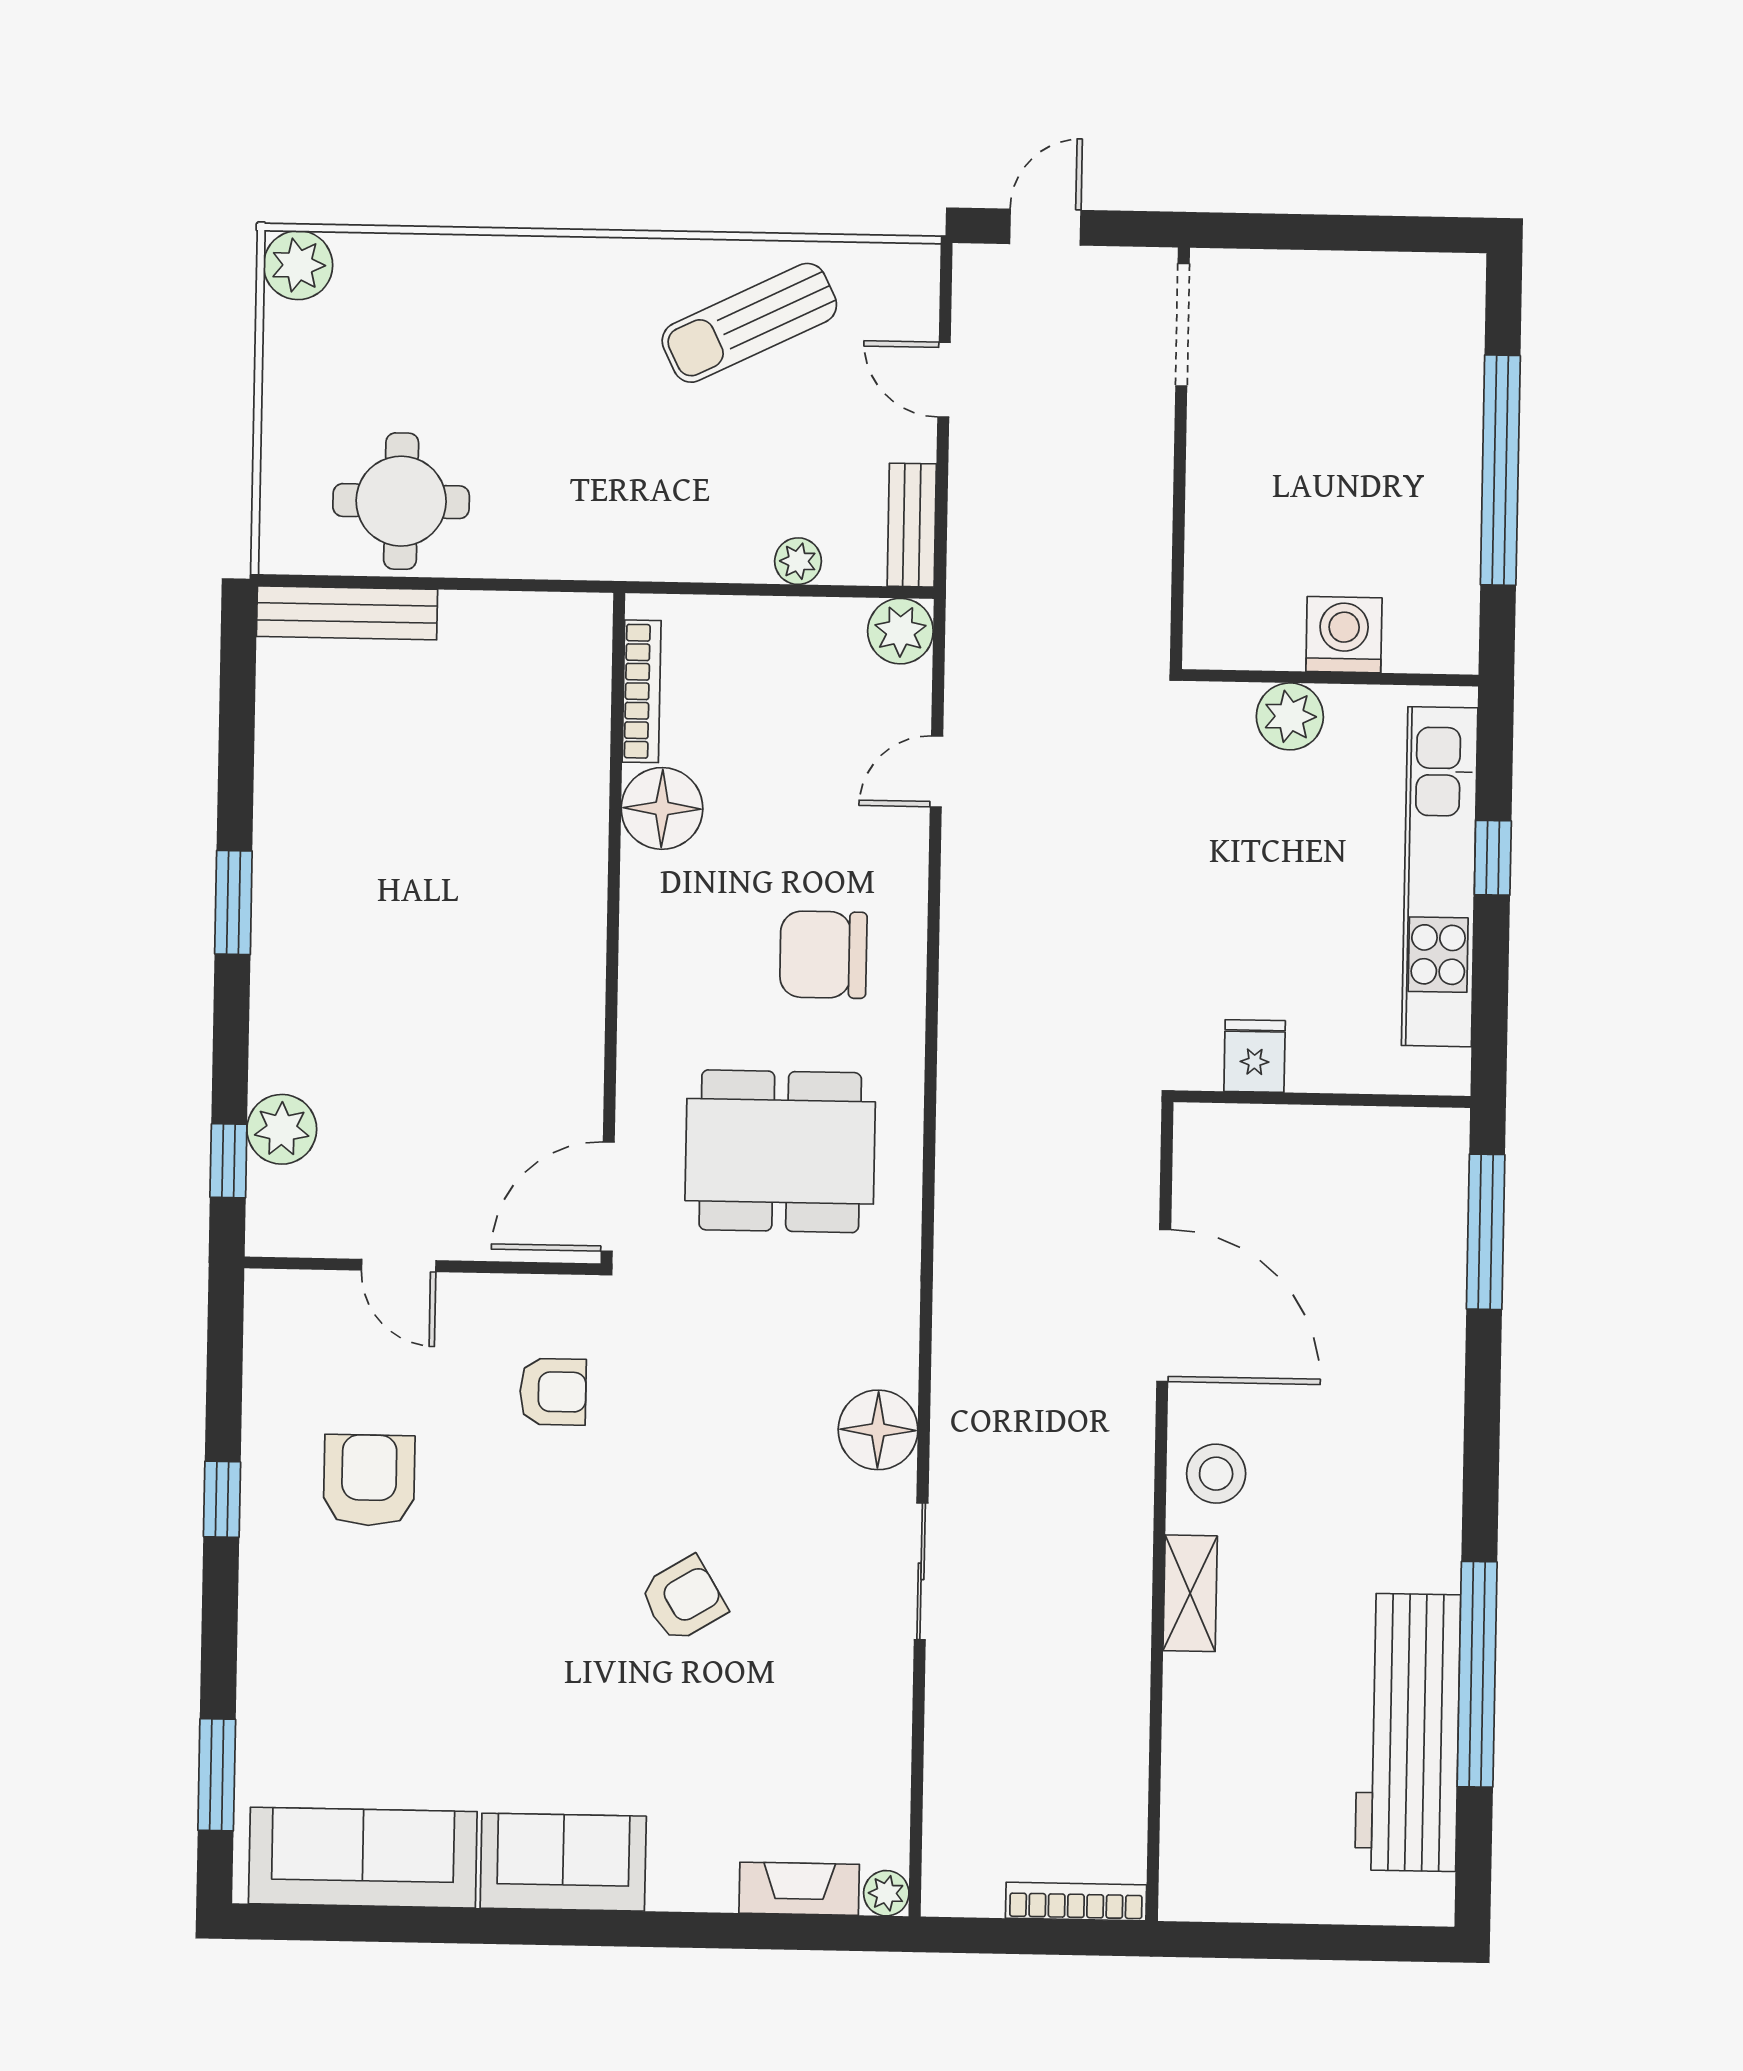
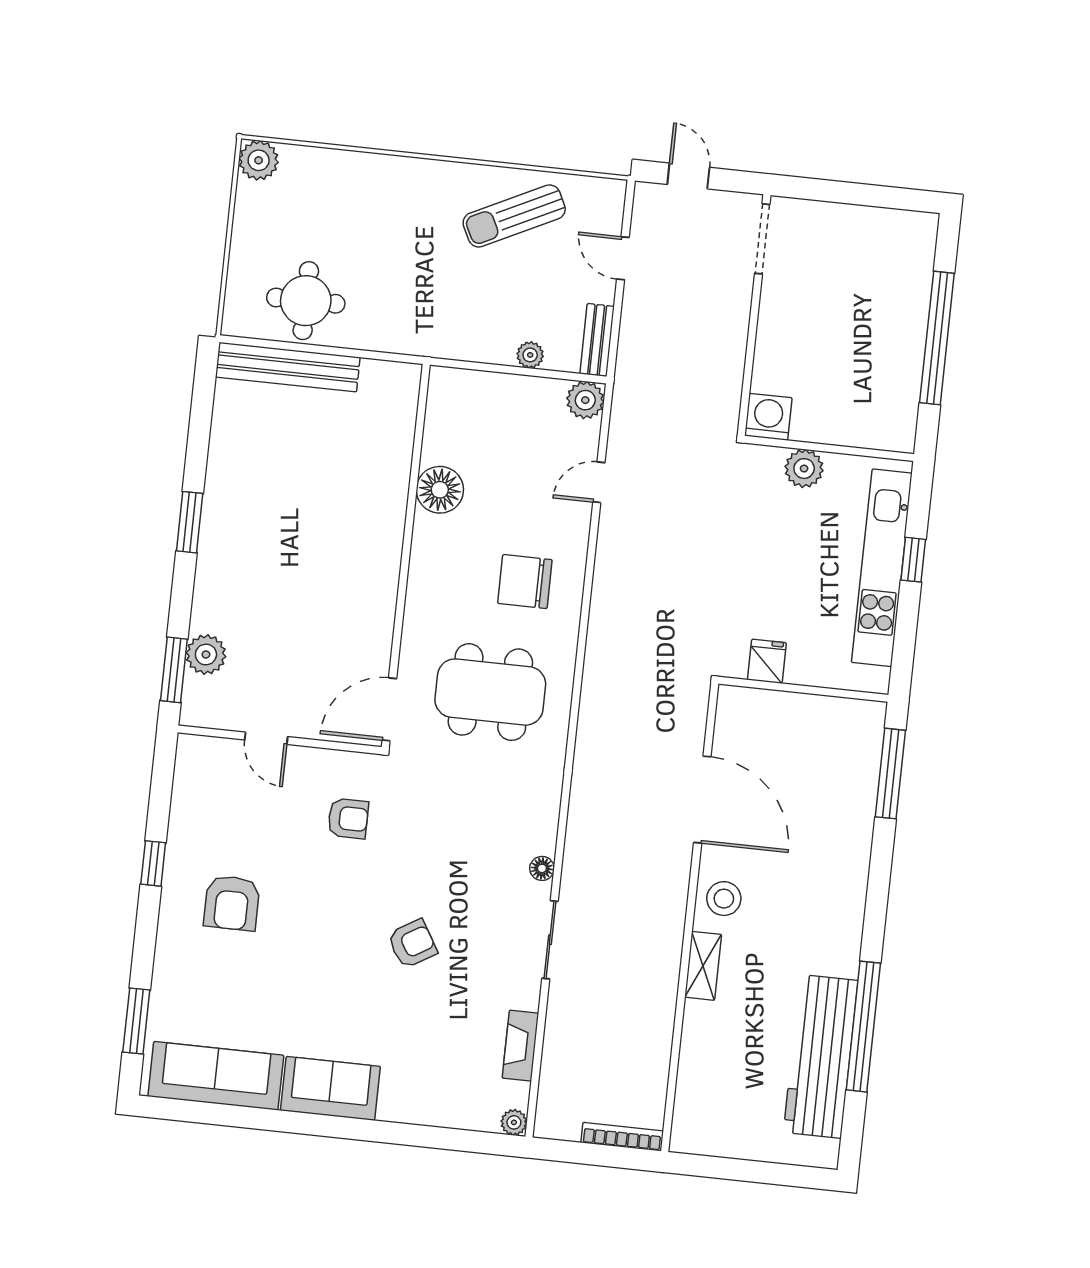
door: (1045, 227) -> (688, 176), hinge flipped
bench: (347, 613) -> (288, 367), width x1.37, depth x1.21
washing machine: (1344, 635) -> (768, 417), moved
bookcase: (642, 691) -> (434, 422), removed
window: (228, 1161) -> (174, 670), width x1.50
floor lamp: (878, 1430) -> (542, 868), width x0.53, depth x0.53
armchair: (369, 1480) -> (232, 903), moved, turned 180
fireplace: (799, 1889) -> (520, 1046), moved, turned -90

